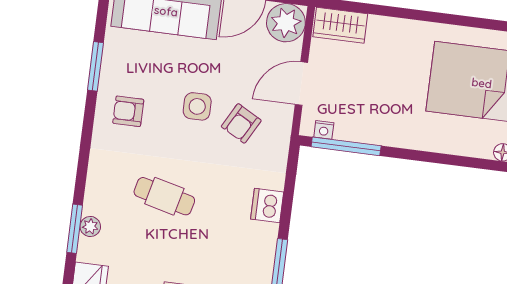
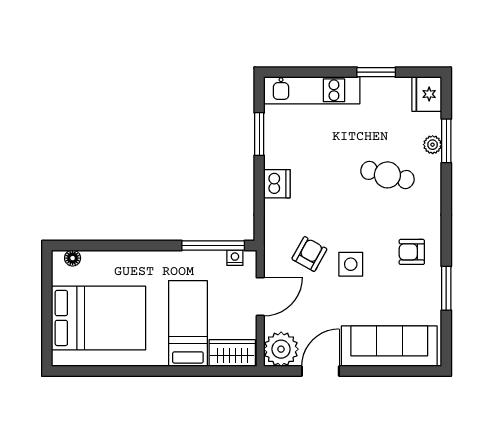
bed: (385, 64) -> (188, 324), added
armchair: (128, 111) -> (412, 252), turned 180
cafe table: (164, 196) -> (387, 175), moved

